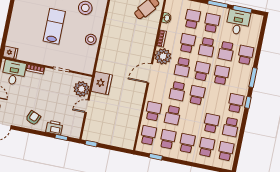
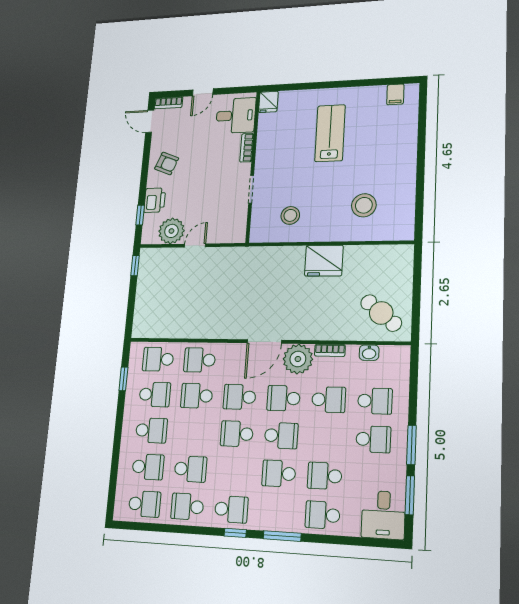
desk: (238, 22) -> (383, 515), moved, turned 90
lab bench: (54, 26) -> (330, 133), moved, turned -90
stool: (91, 39) -> (290, 215), moved
school desk: (207, 47) -> (327, 437), removed
school desk: (246, 55) -> (323, 515), turned 180
door: (150, 73) -> (264, 342), swing flipped
school desk: (221, 75) -> (279, 473), turned 180
fridge: (102, 83) -> (324, 261), moved
plant: (82, 89) -> (171, 231), moved
school desk: (197, 95) -> (237, 434), turned 180
door: (87, 106) -> (195, 245), hinge flipped
school desk: (153, 111) -> (200, 360), turned 180
school desk: (148, 135) -> (158, 359), turned 180

